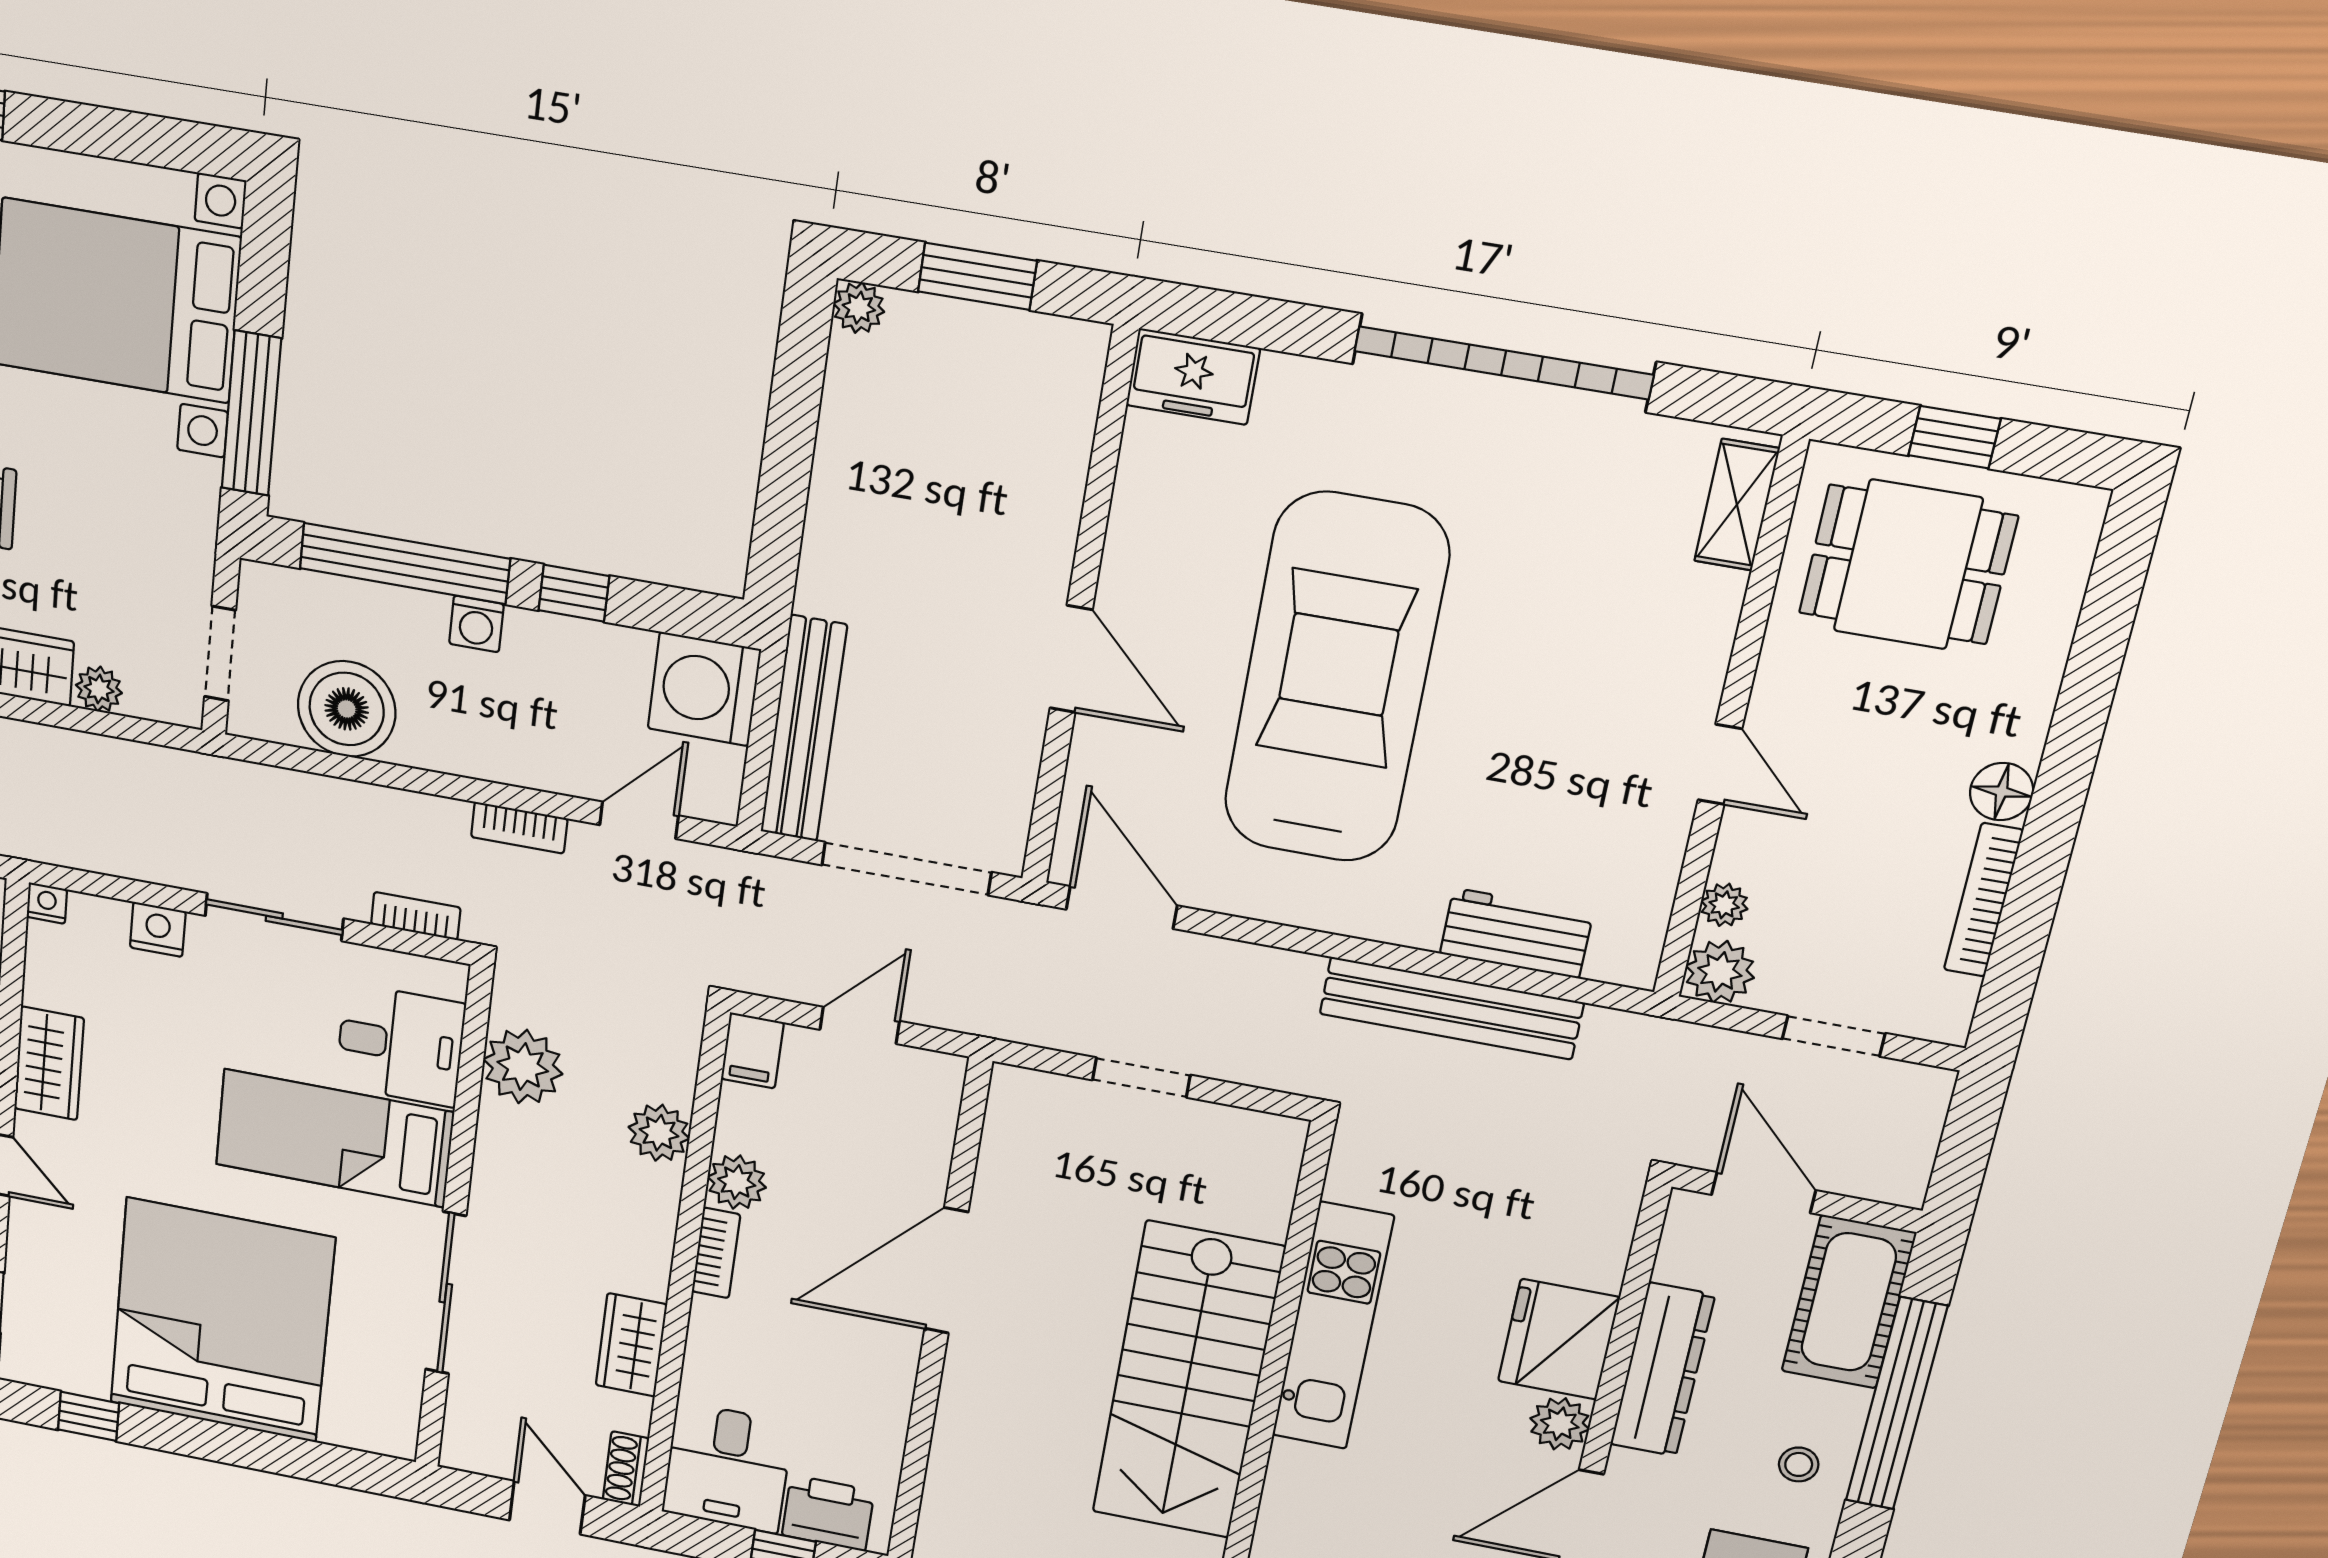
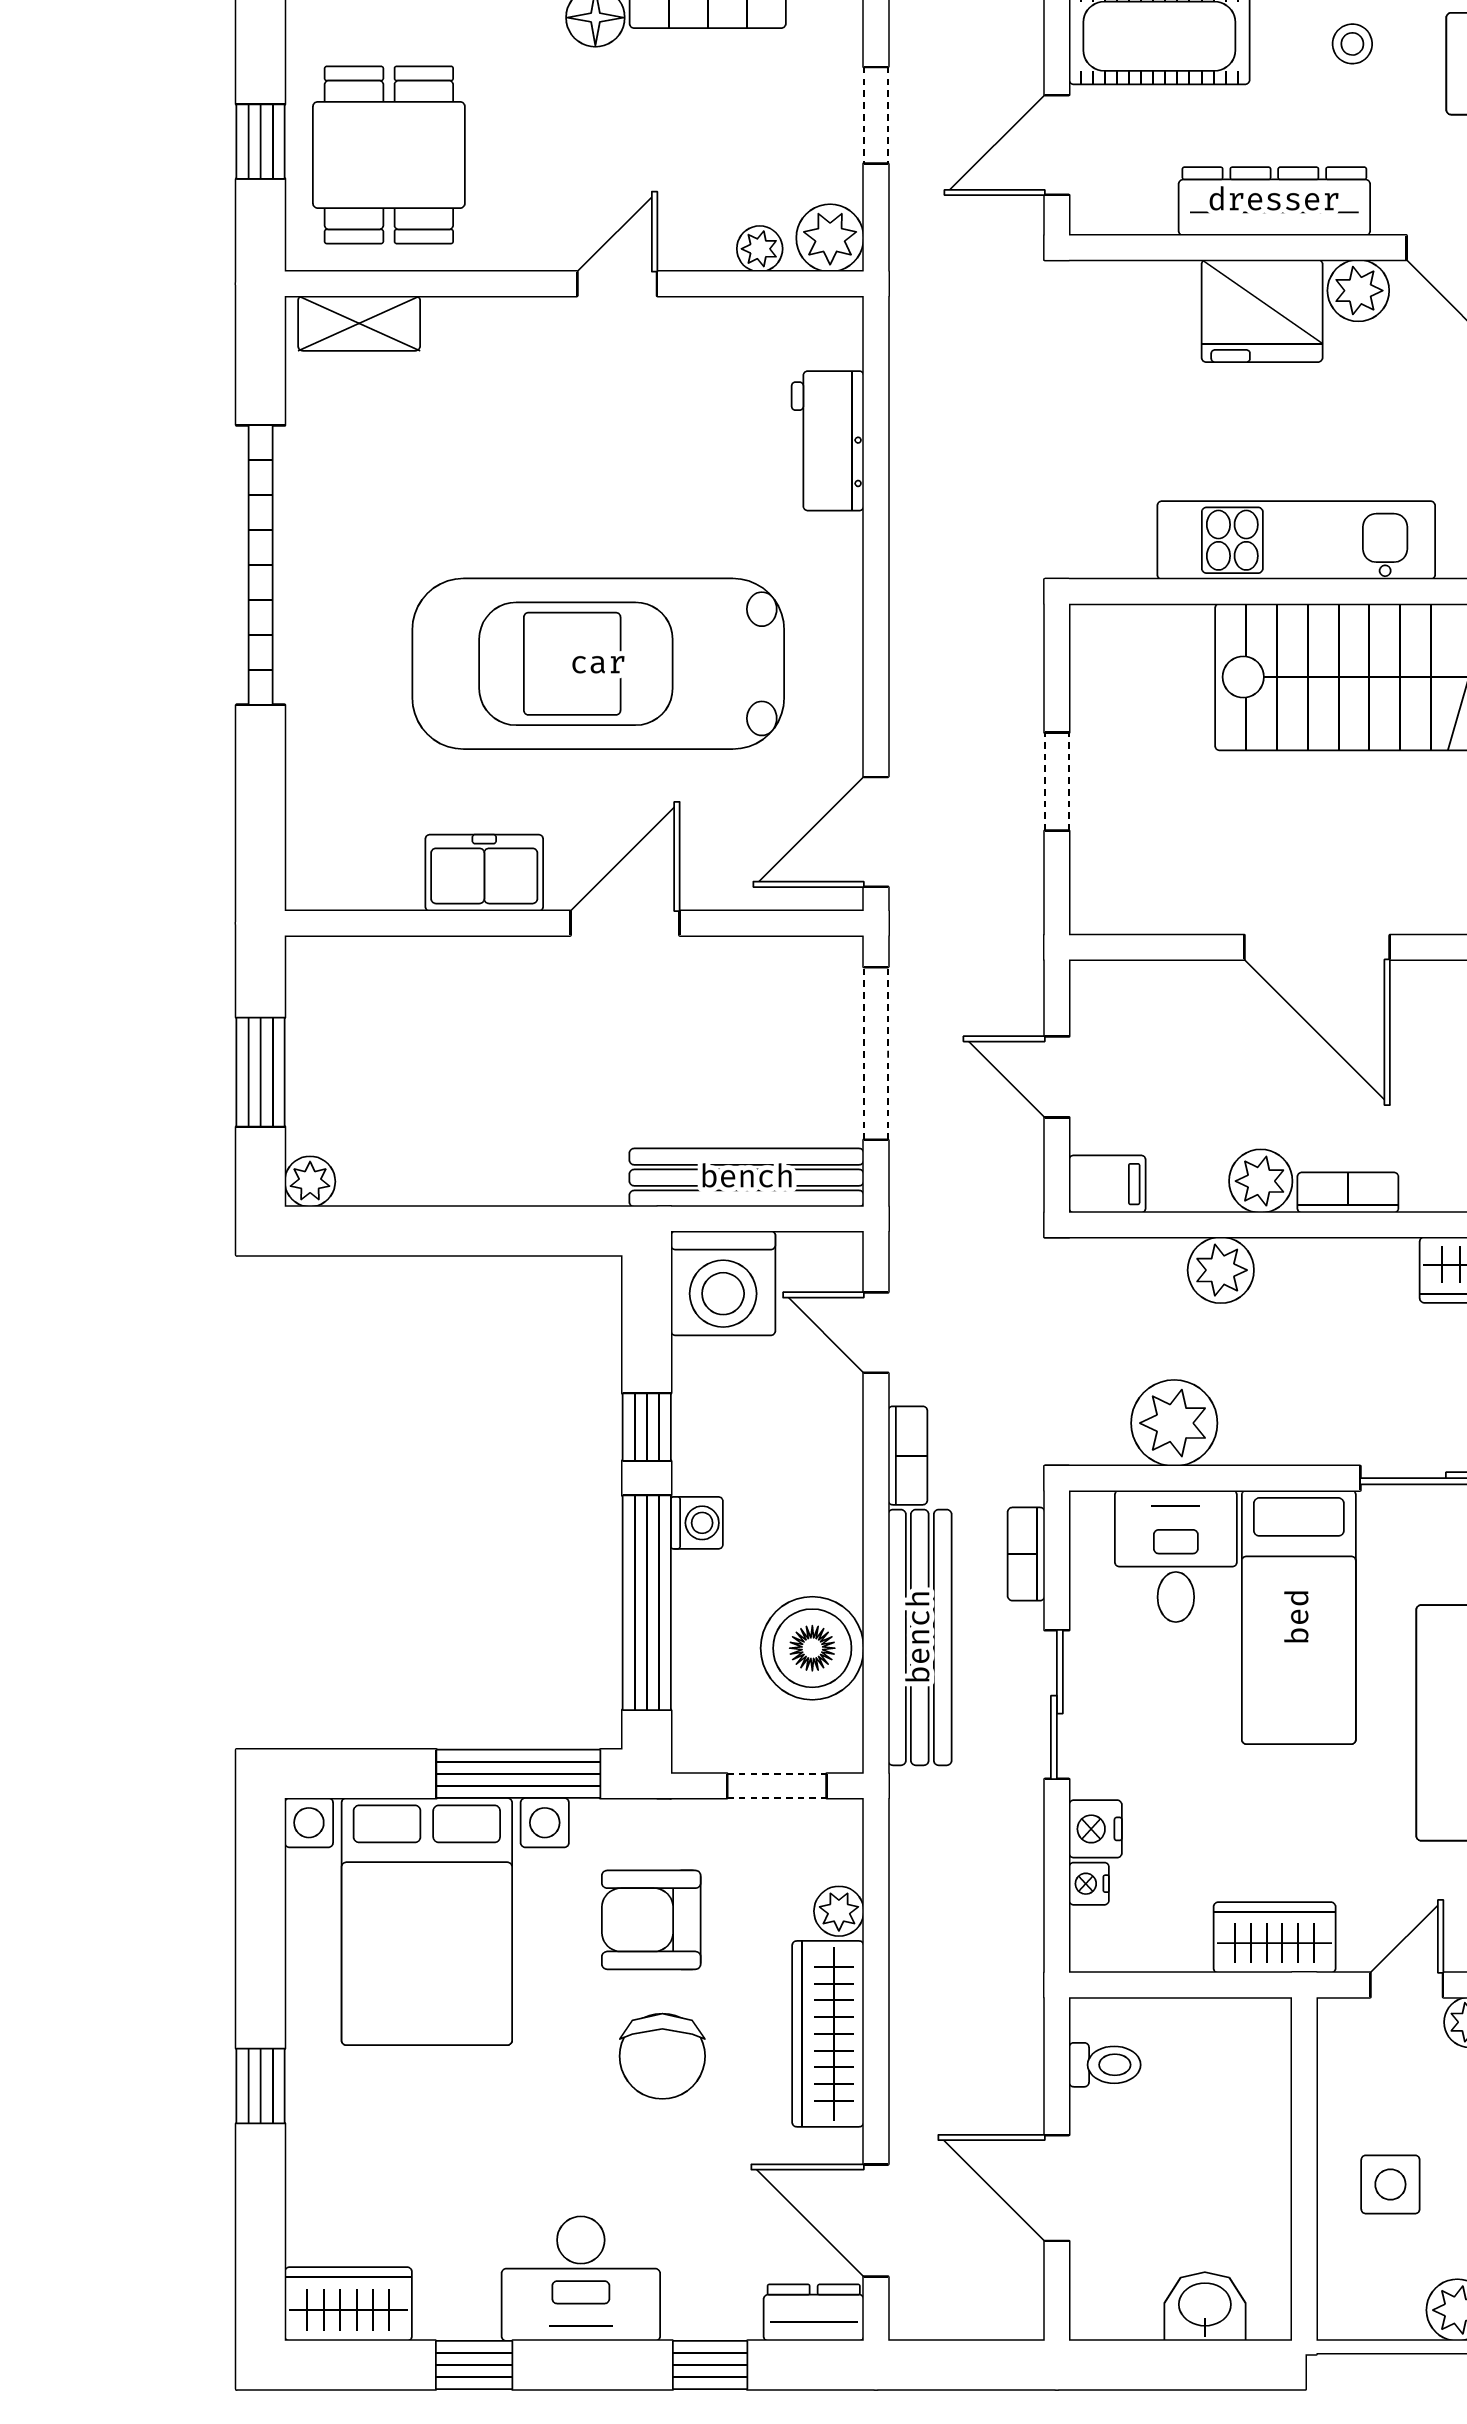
freezer: (1193, 377) -> (484, 873), moved, turned -90
armchair: (103, 515) -> (651, 1920), added
nightstand: (47, 903) -> (1089, 1884), moved
bench: (1451, 1008) -> (920, 1637), moved

